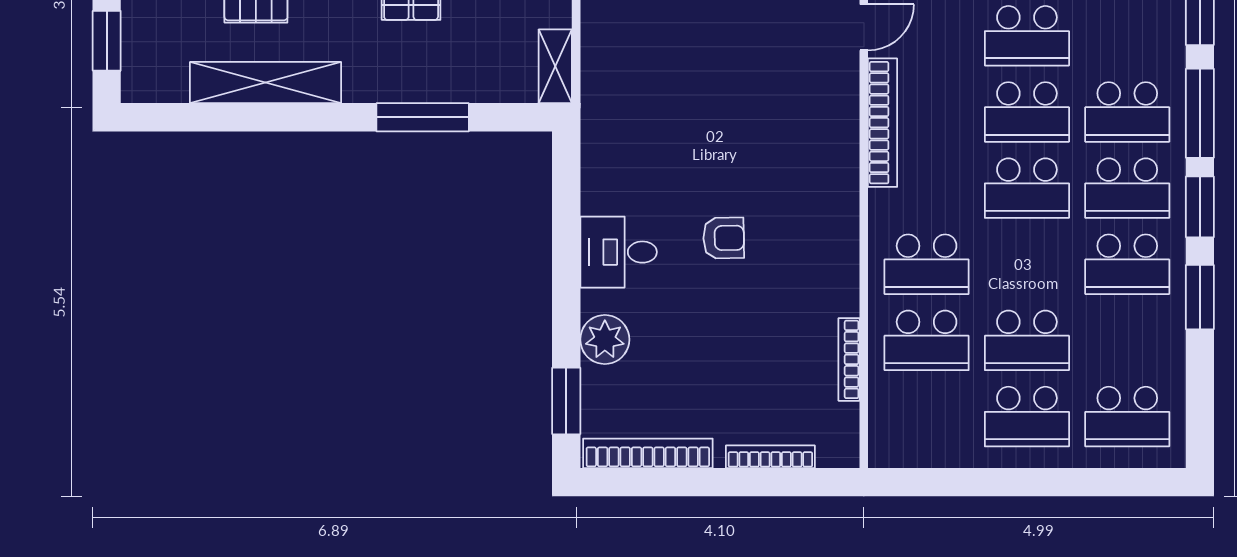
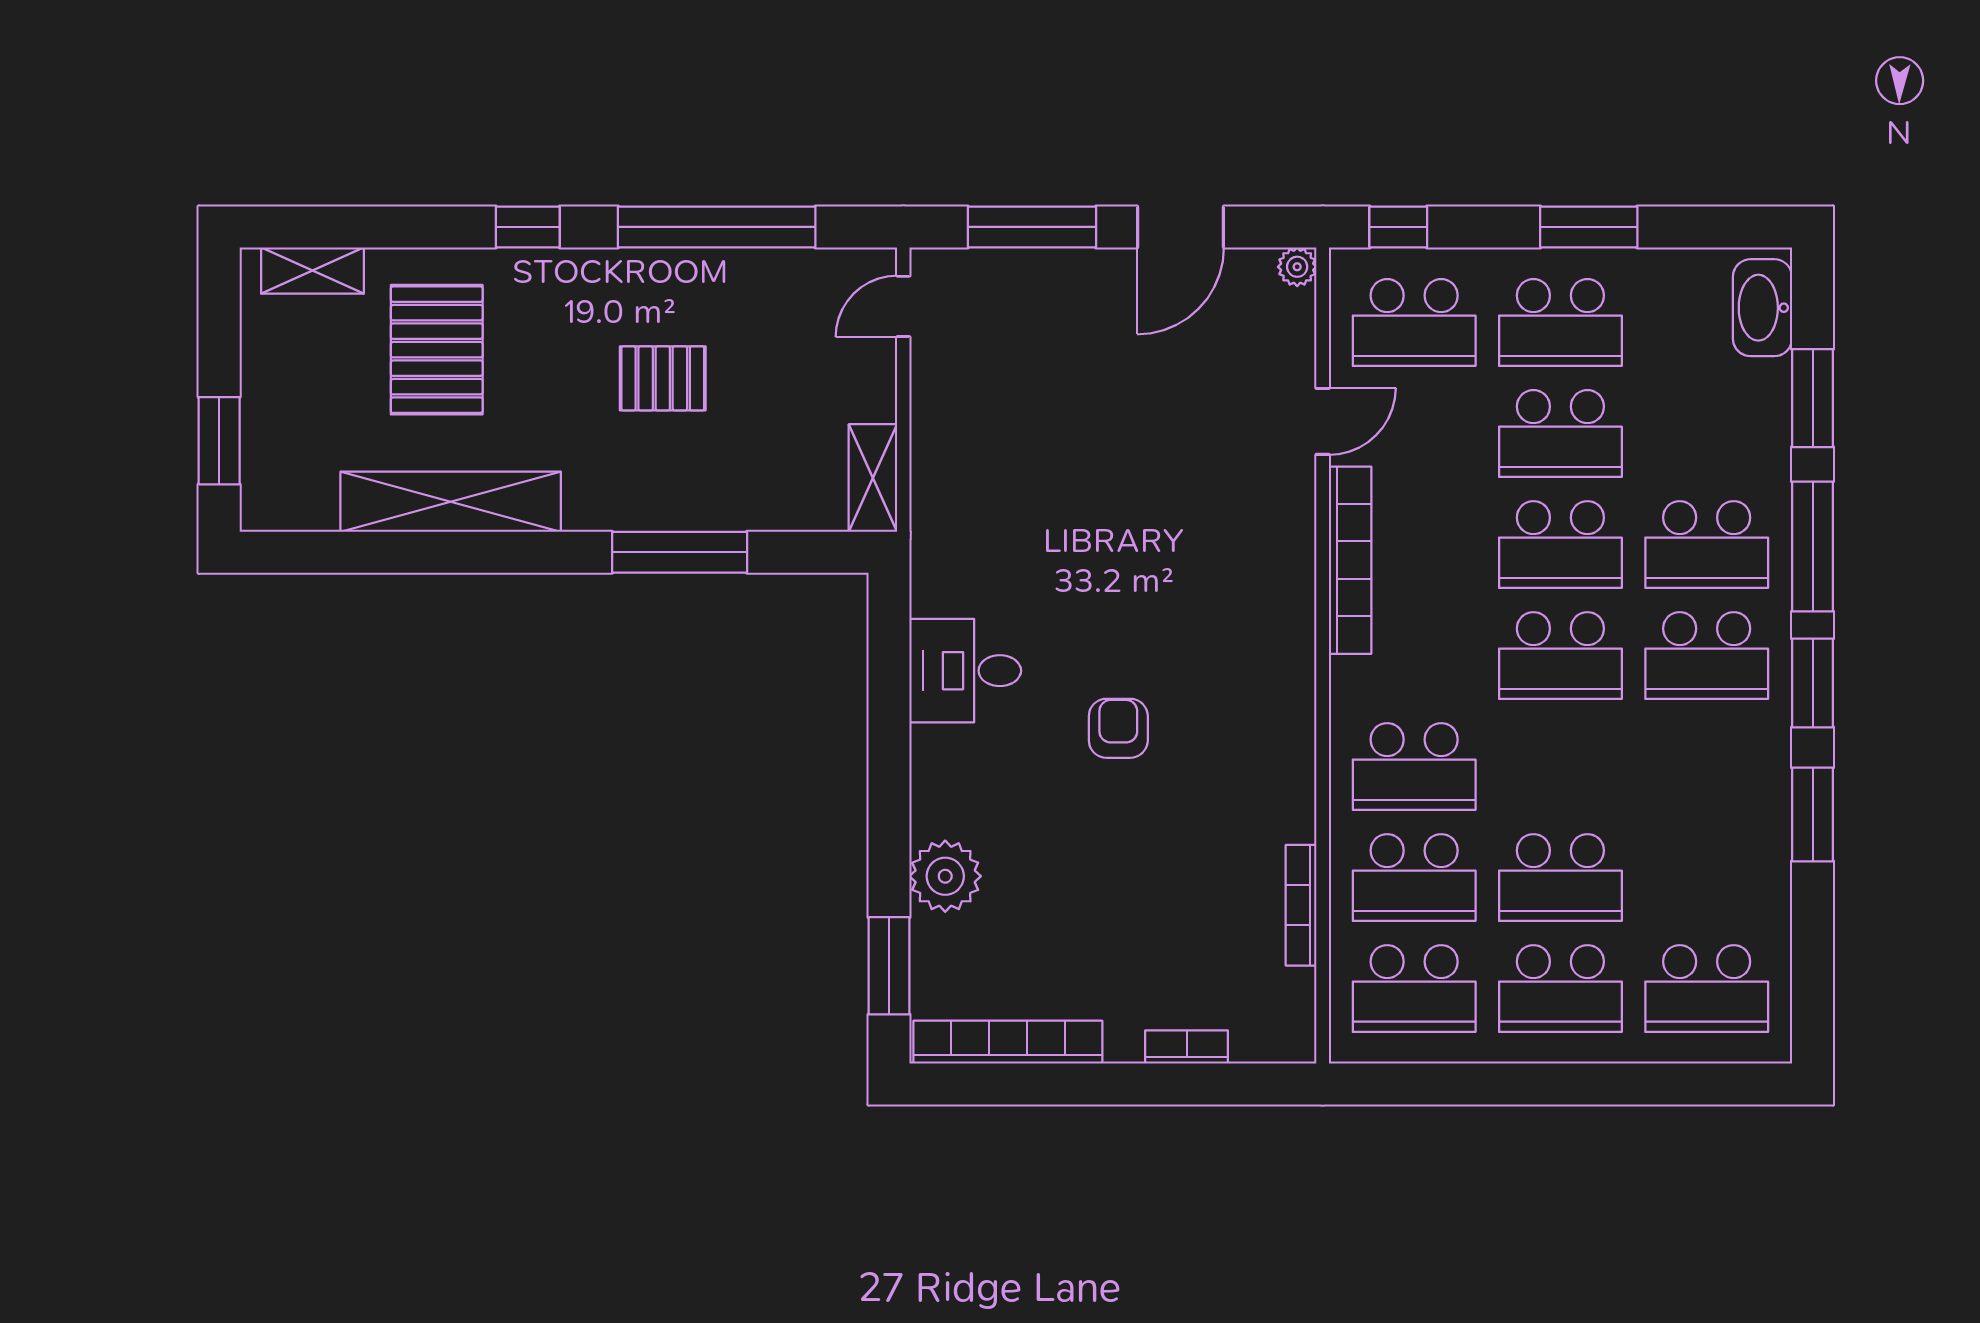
armchair: (724, 238) -> (1118, 728), turned -89
desk: (619, 252) -> (965, 671), moved
school desk: (1127, 264) -> (1414, 989), moved
bookcase: (770, 457) -> (1187, 1047), width x0.64

